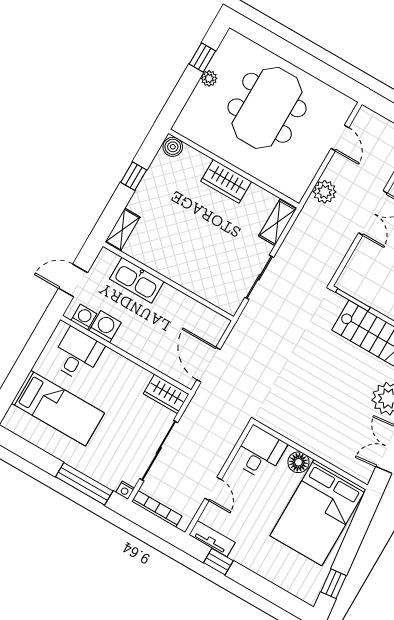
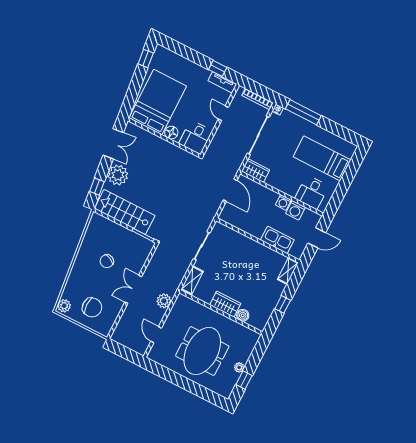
boiler: (173, 147) -> (243, 315), moved
washing machine: (84, 317) -> (283, 202), moved

